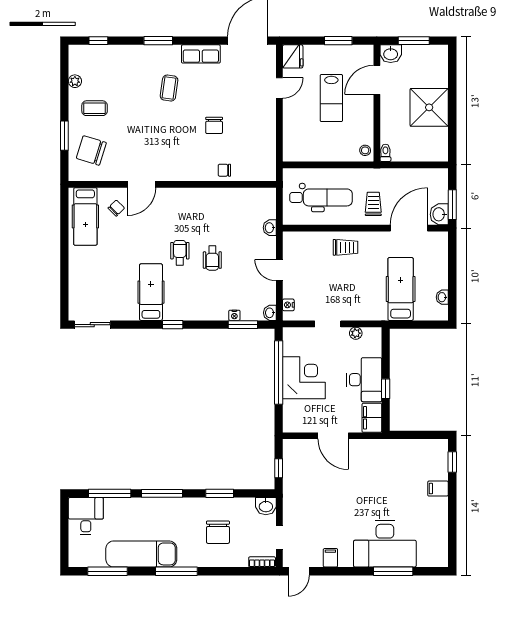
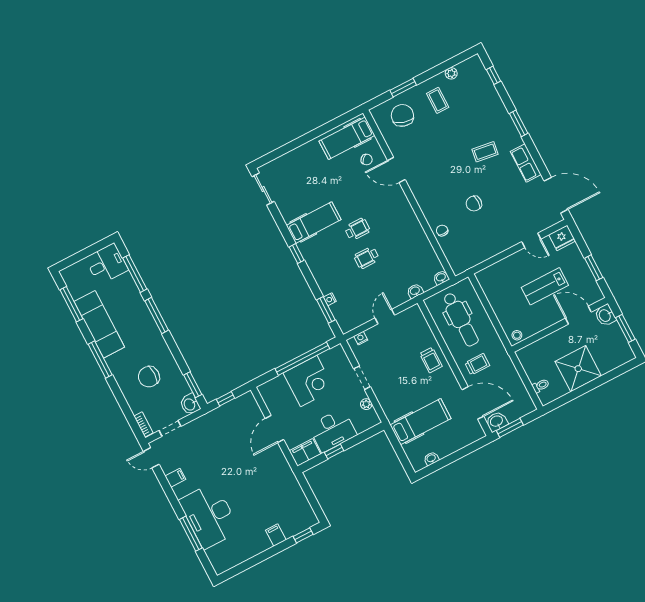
toilet: (385, 153) -> (541, 386), moved
washbasin: (270, 313) -> (441, 278), moved
window: (220, 493) -> (193, 385), moved

